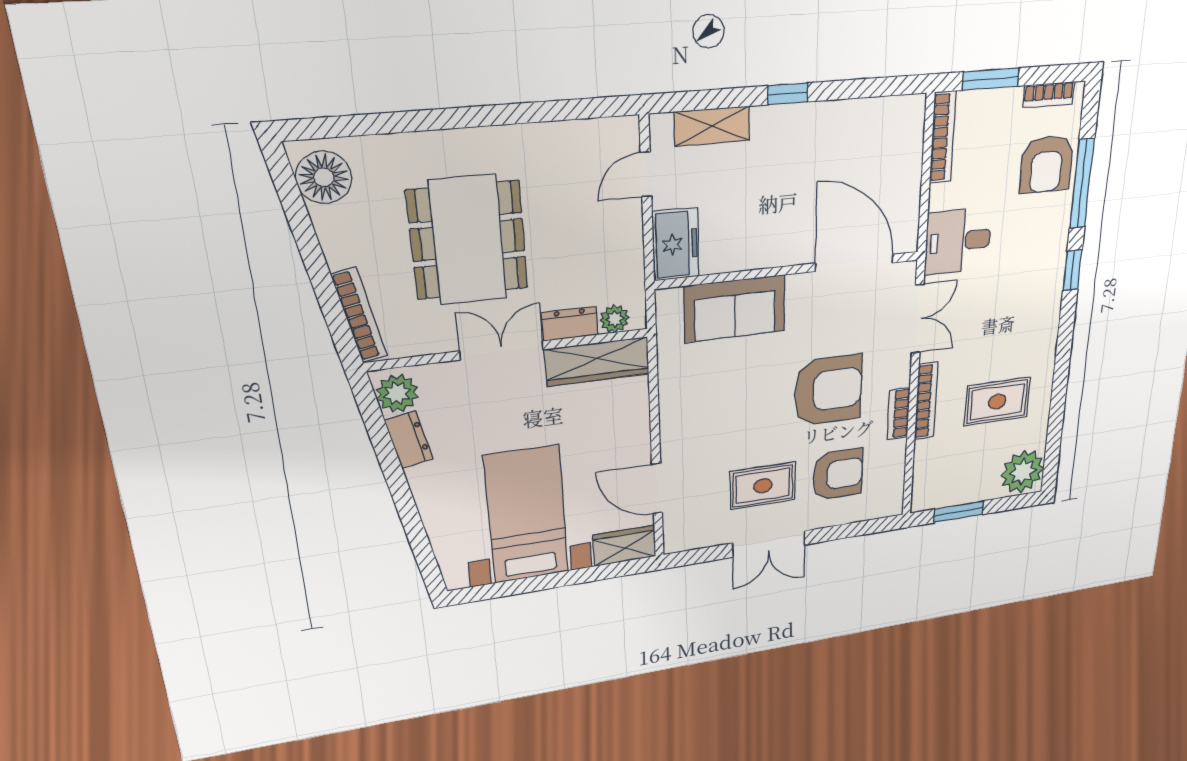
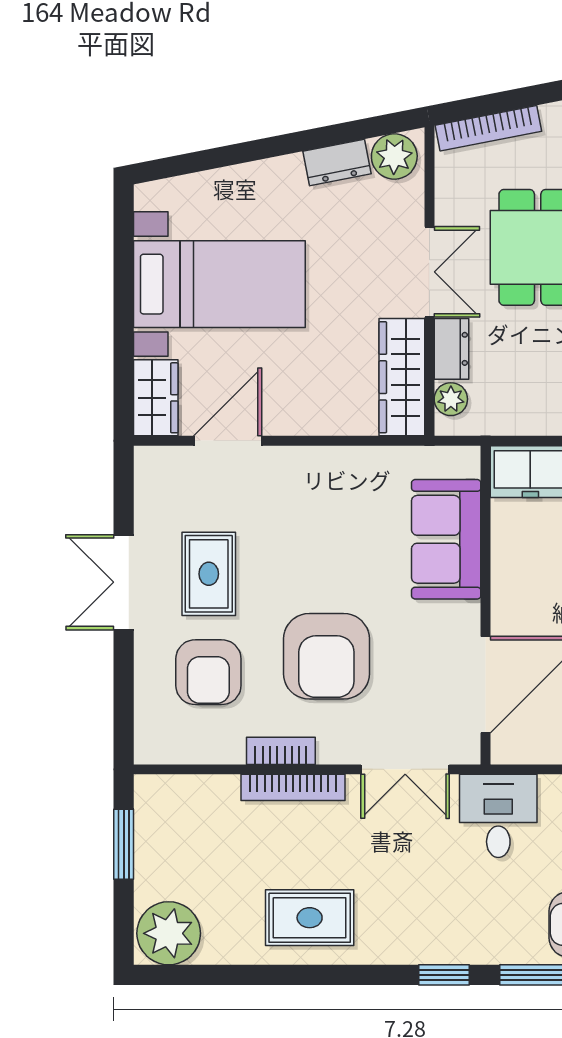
rug: (997, 402) -> (310, 918), moved, turned 90

